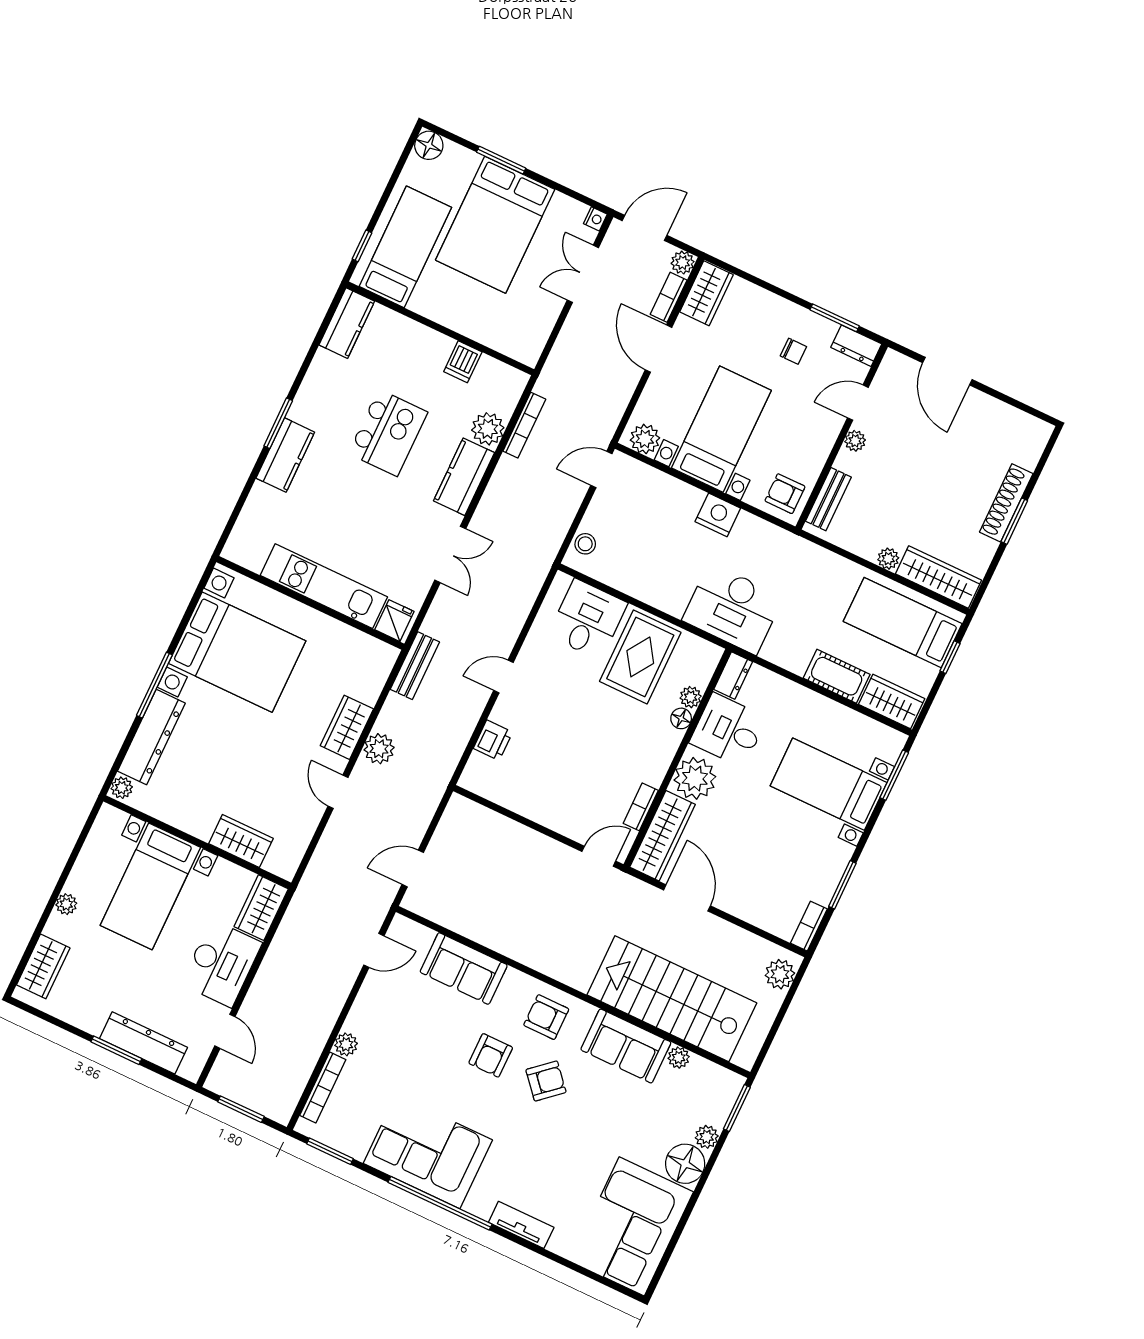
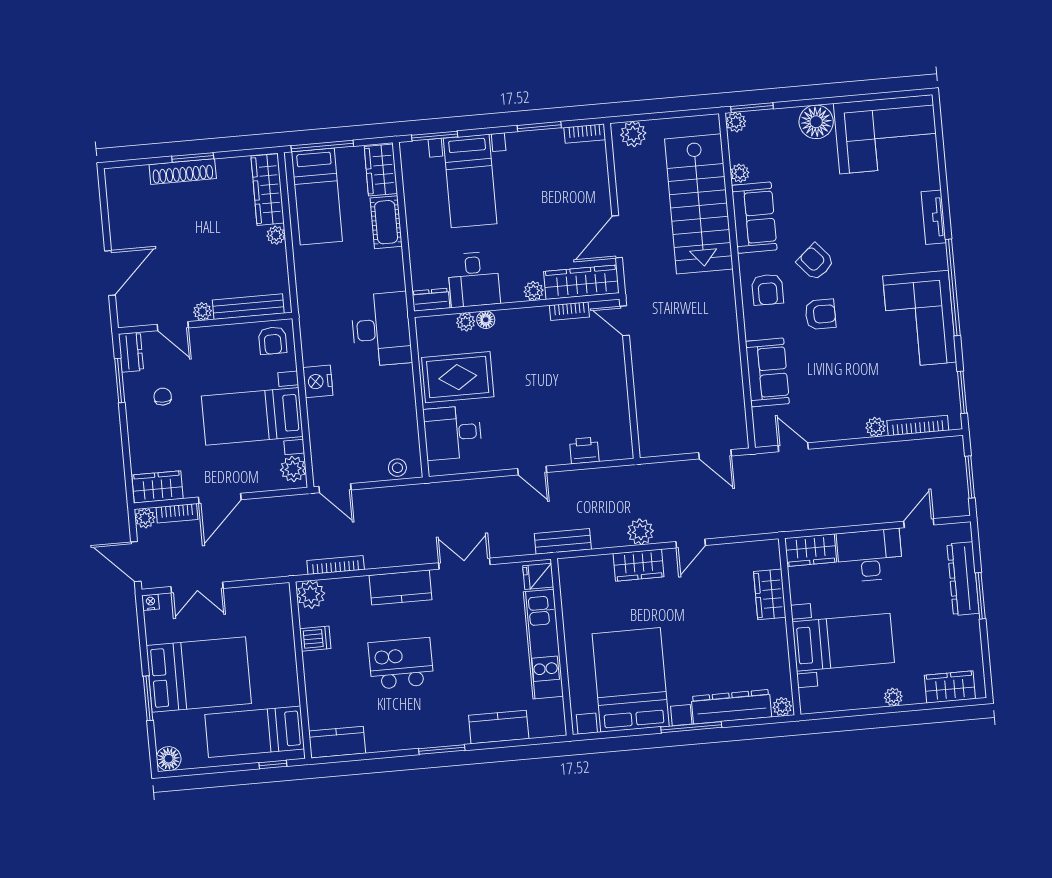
plant: (488, 429) -> (311, 595), moved
kitchen counter: (285, 455) -> (499, 727), moved
bench: (828, 499) -> (248, 307), width x1.36
window: (950, 657) -> (322, 146), width x2.17
plant: (695, 778) -> (534, 291), width x0.53, depth x0.53
plant: (707, 1137) -> (736, 122), moved

